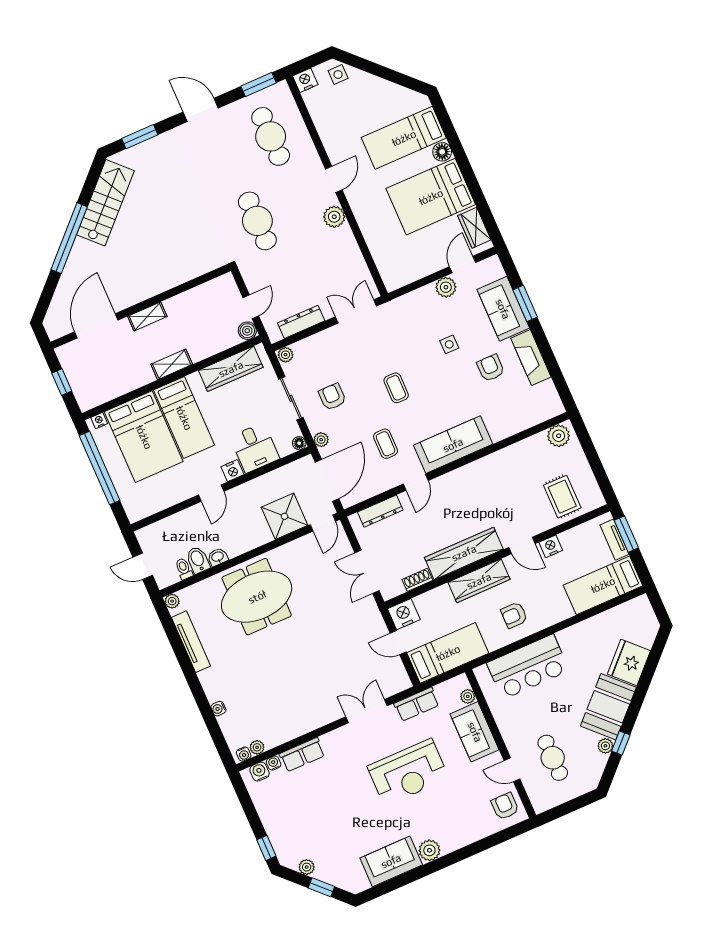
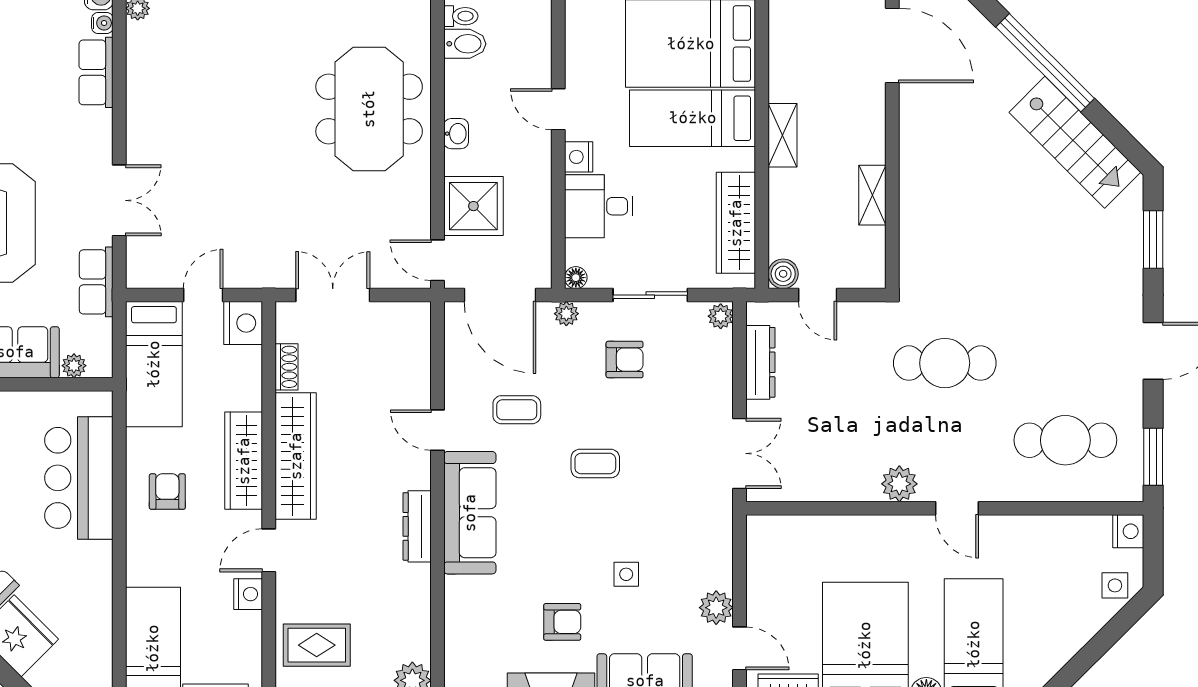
shelving: (147, 316) -> (872, 195), moved
dresser: (380, 511) -> (417, 526), moved
washbasin: (218, 557) -> (456, 134), moved

